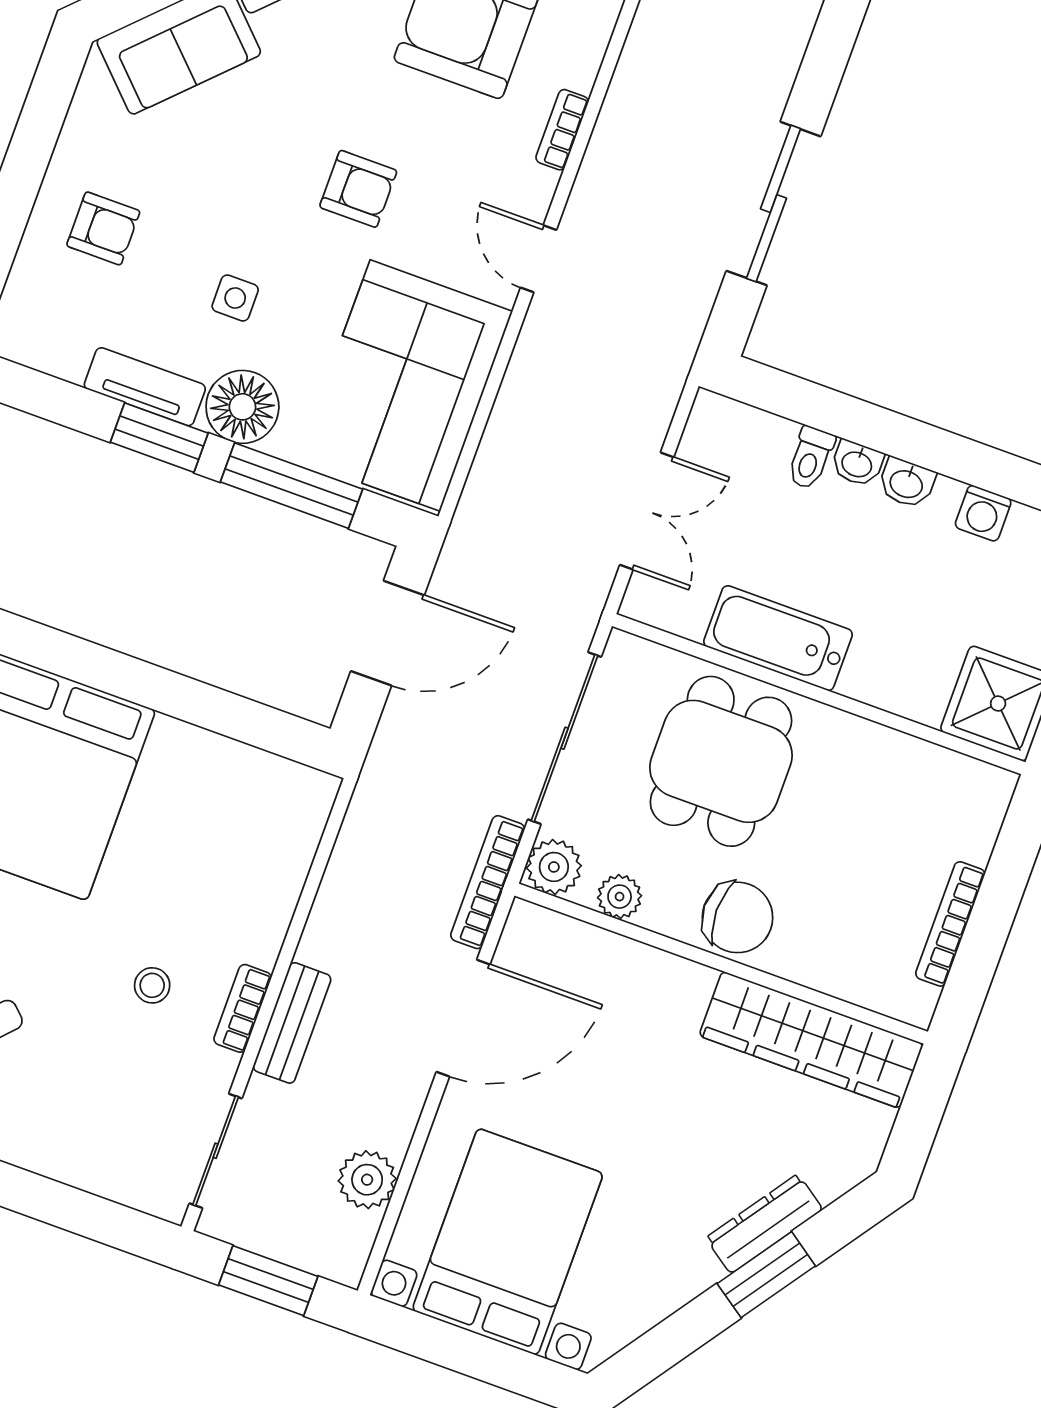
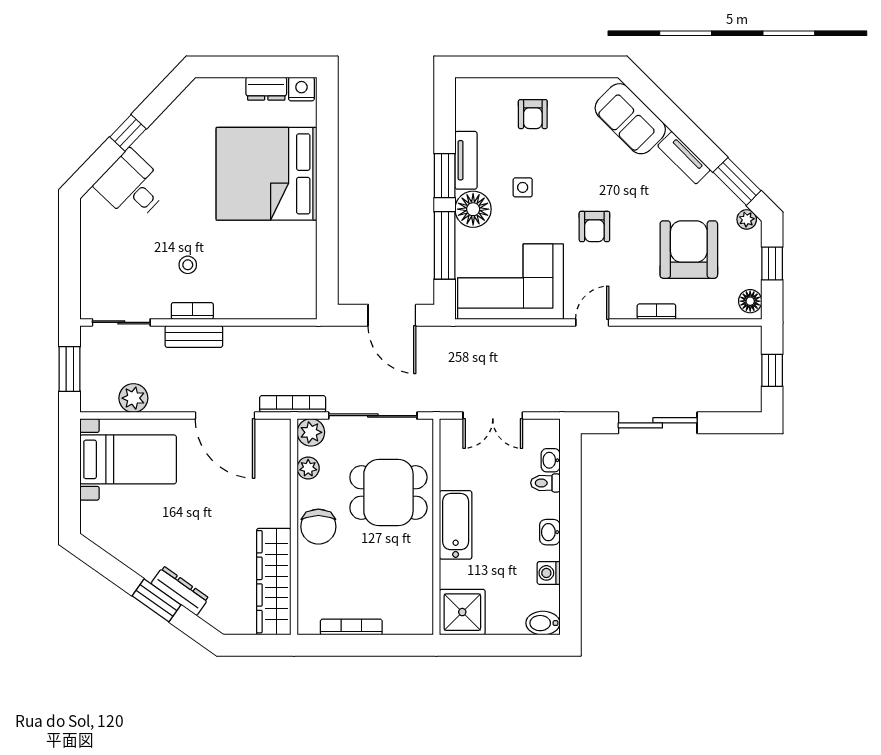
washbasin: (857, 463) -> (551, 460), moved
bathtub: (778, 638) -> (456, 525), moved
bed with nightstands: (508, 1242) -> (128, 459), width x0.73

